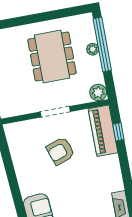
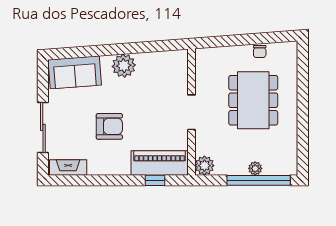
dining table: (52, 56) -> (253, 100), moved, turned 90
armchair: (60, 151) -> (109, 126), moved, turned 109
plant: (27, 176) -> (124, 66), added

